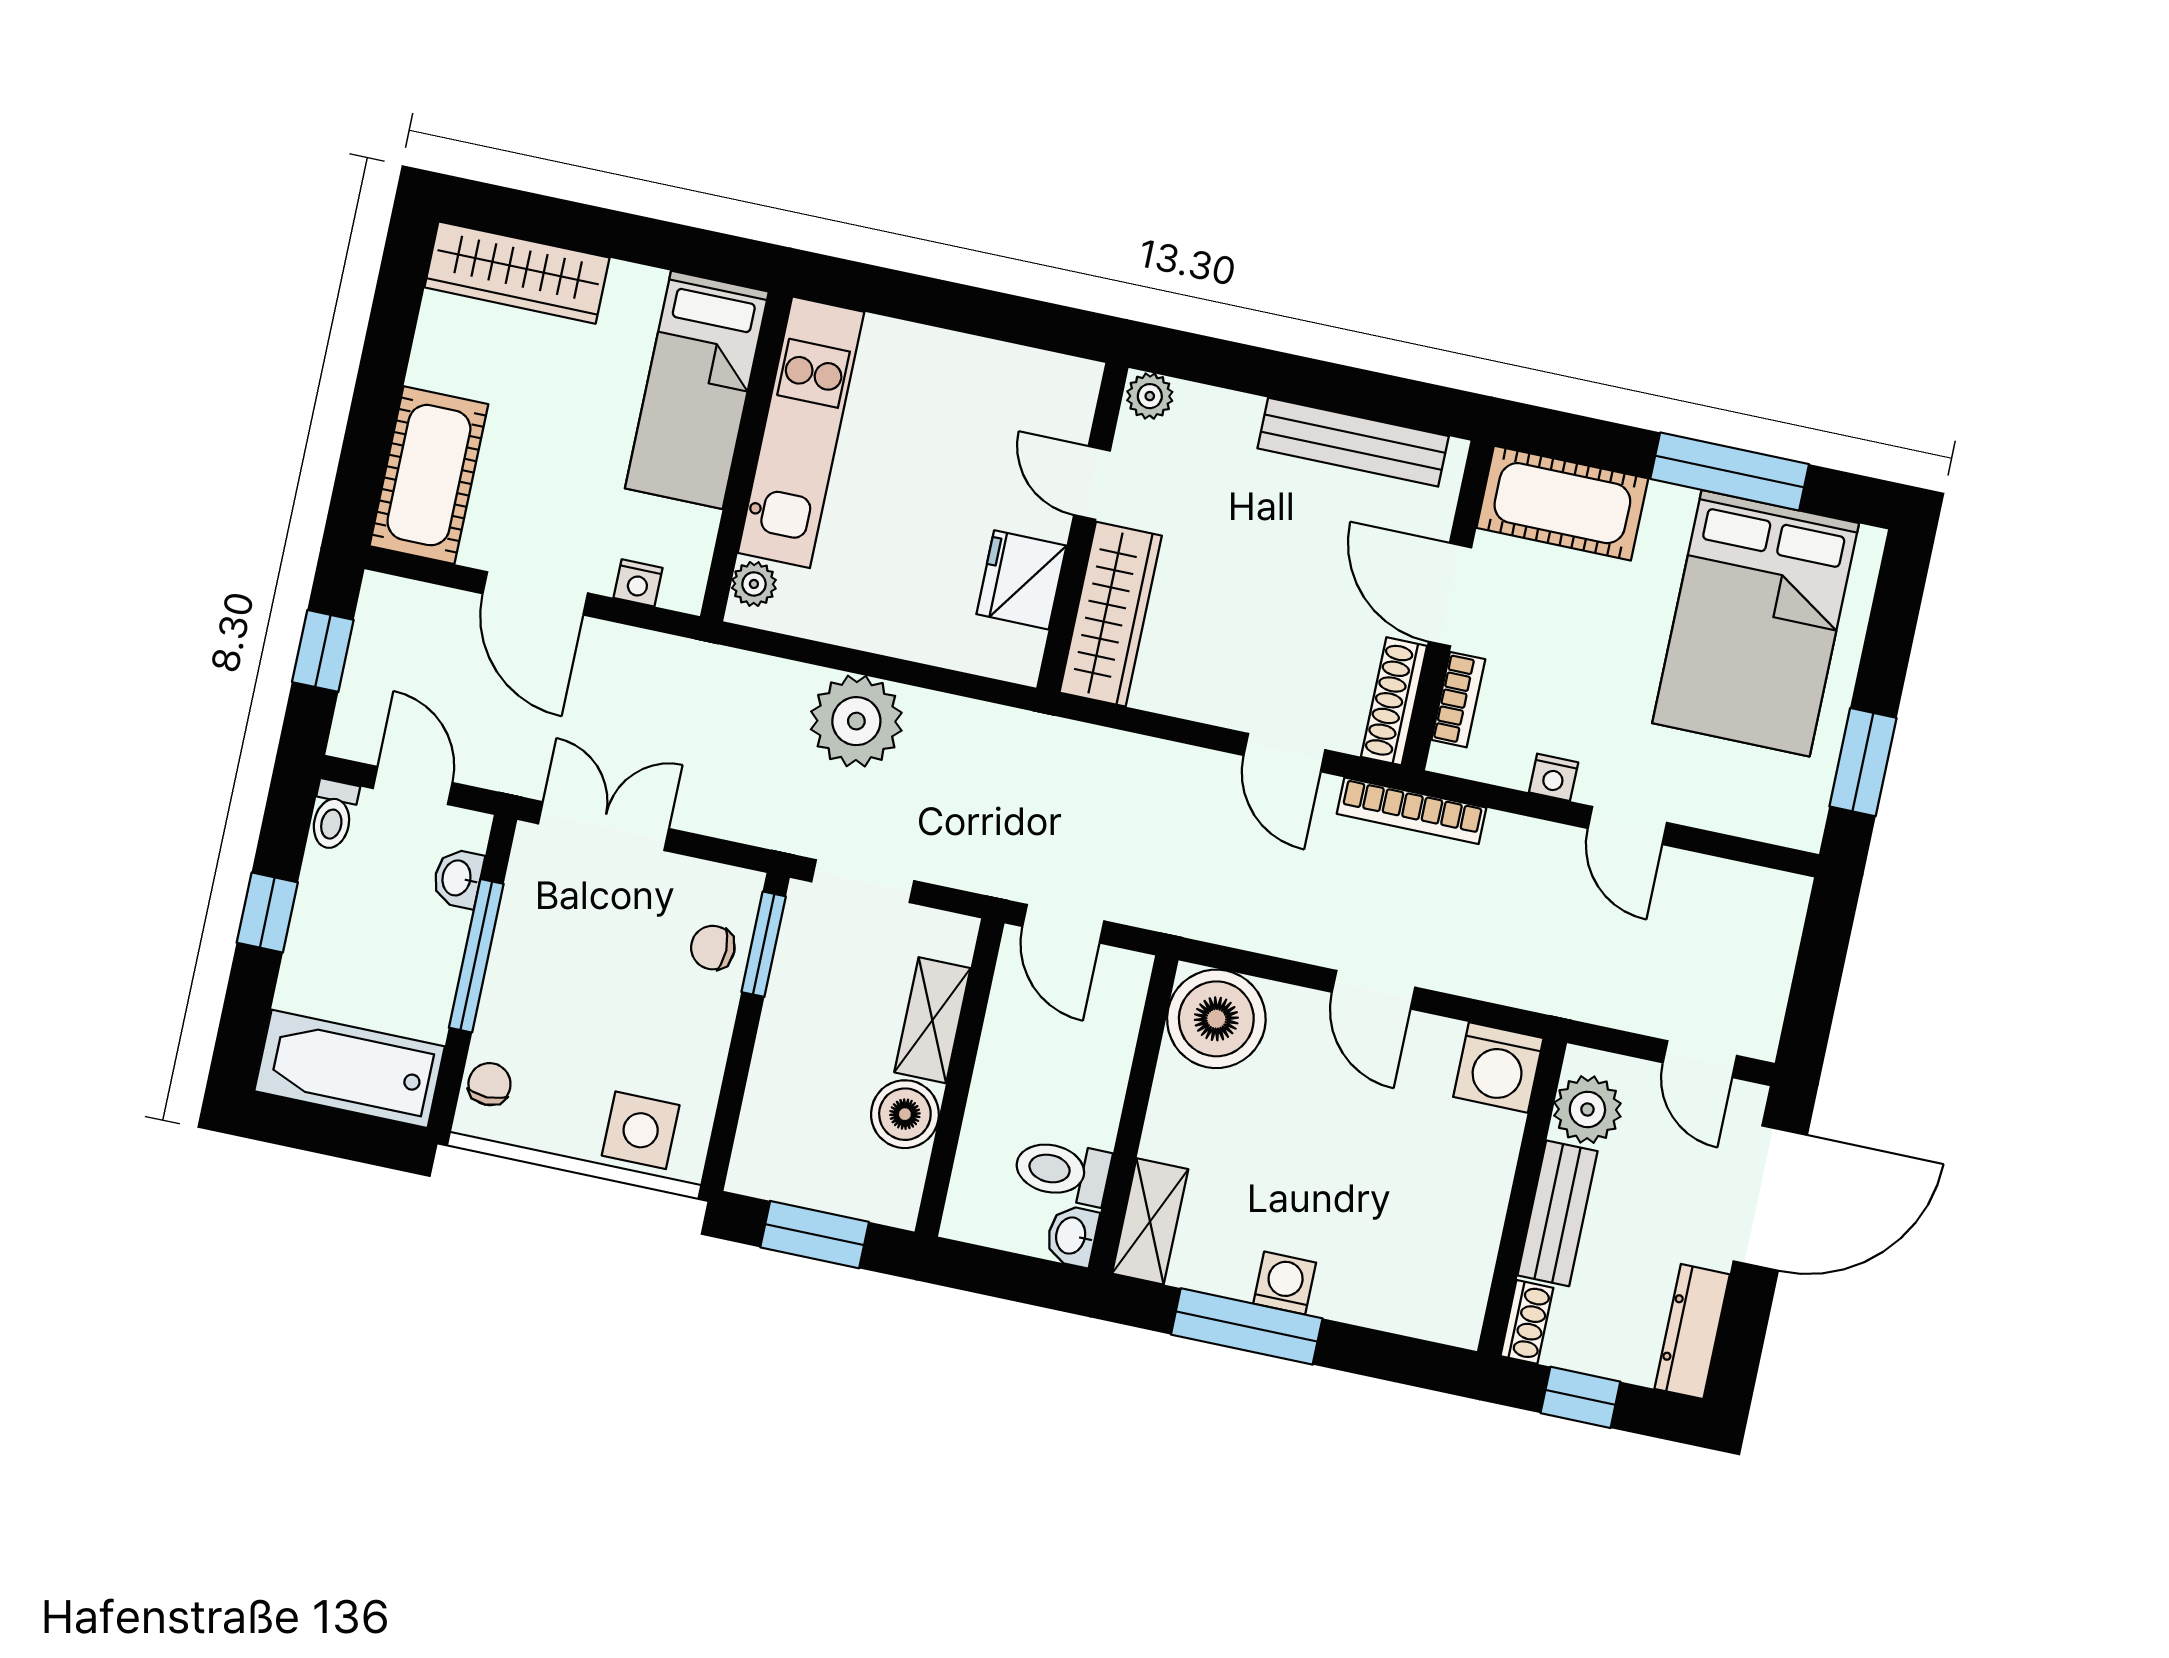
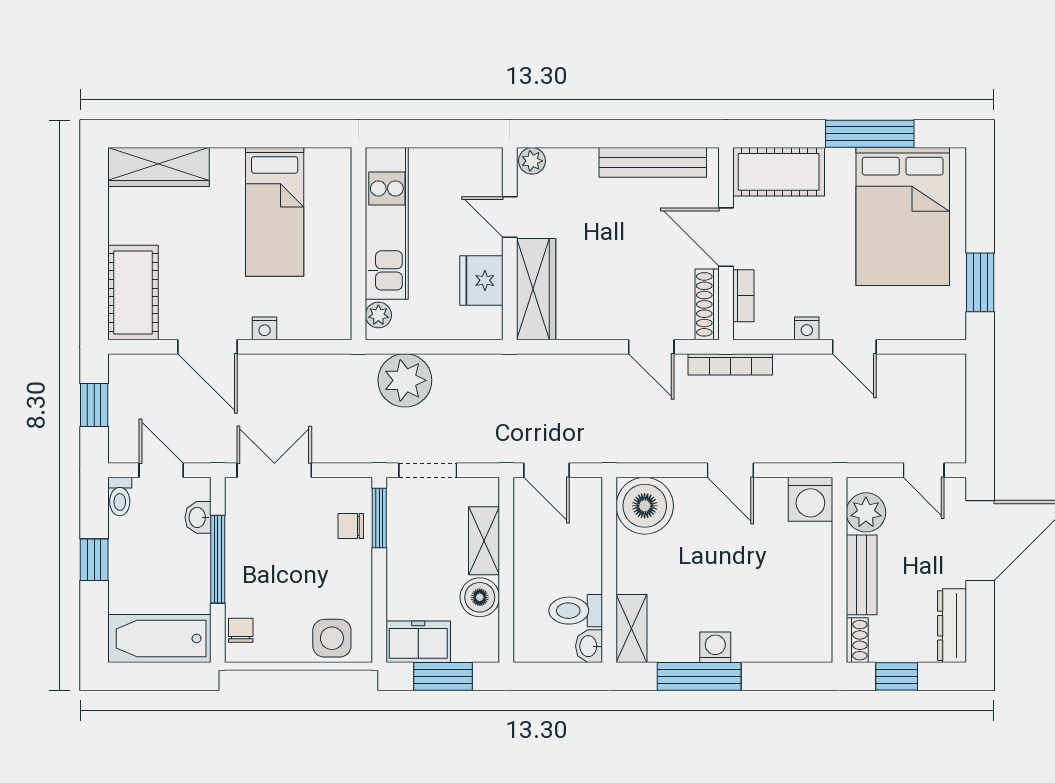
kitchen unit: (801, 432) -> (387, 223), moved
wall: (746, 456) -> (359, 244), moved
plant: (754, 584) -> (378, 315), moved
freezer: (785, 1167) -> (418, 642), added

